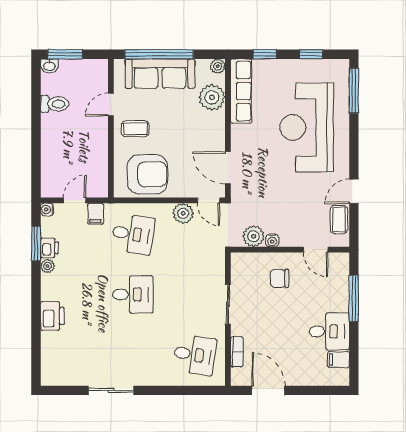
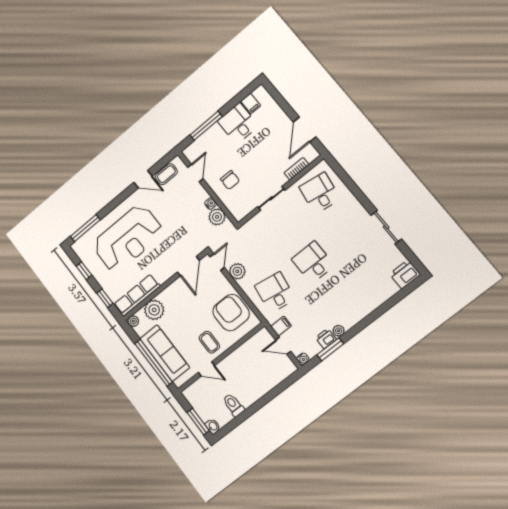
printer: (52, 316) -> (405, 274), moved

